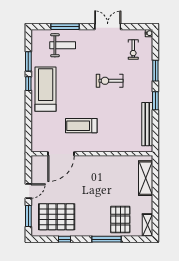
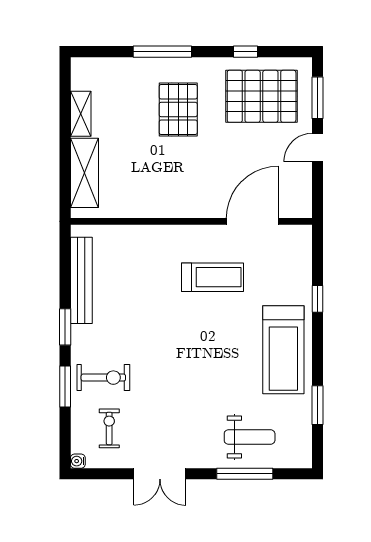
weight bench: (63, 45) -> (250, 437), turned 180
exercise bike: (110, 81) -> (103, 378), moved
window: (28, 84) -> (317, 299), moved
pallet: (120, 220) -> (178, 110), moved
shelving: (148, 225) -> (81, 114), moved

